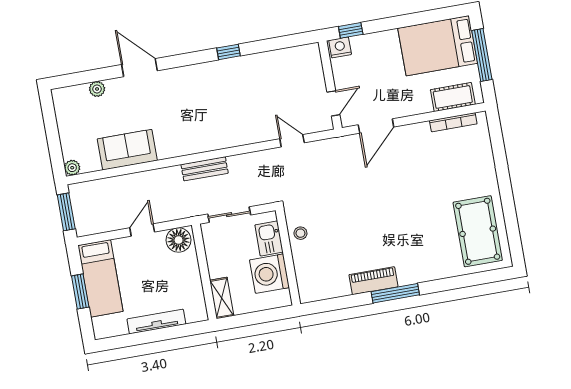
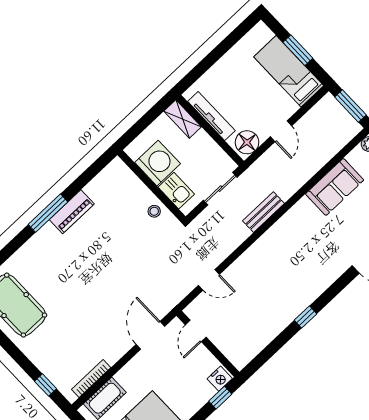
window: (497, 143) -> (45, 385), added
tv unit: (156, 322) -> (211, 116), moved, turned -90

